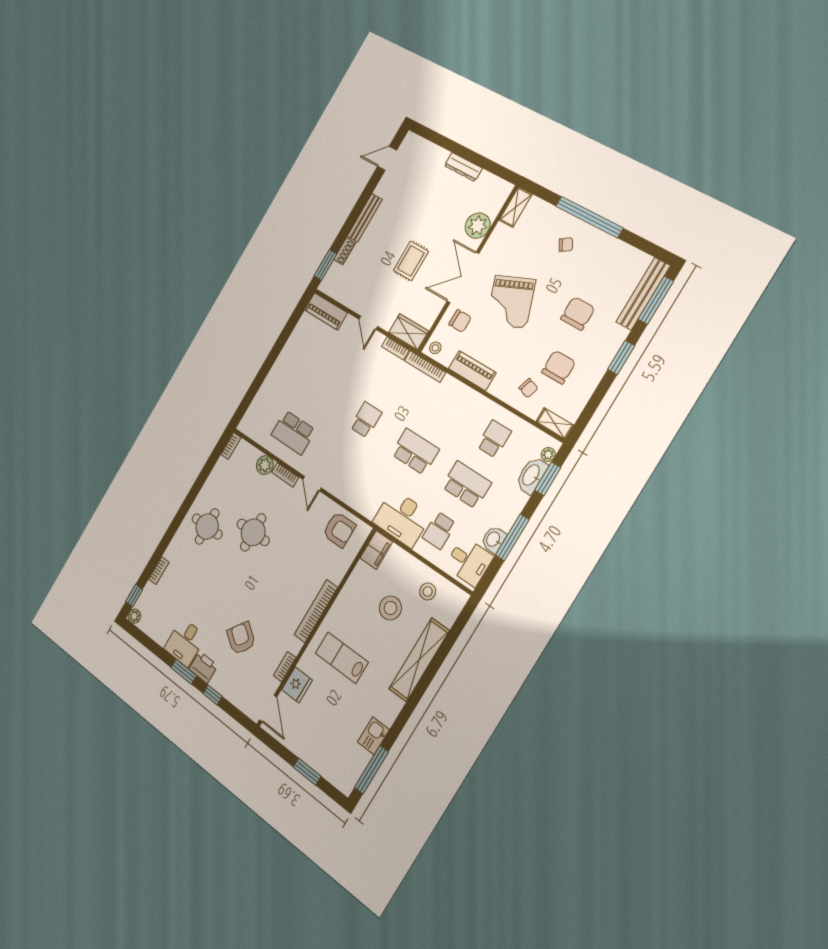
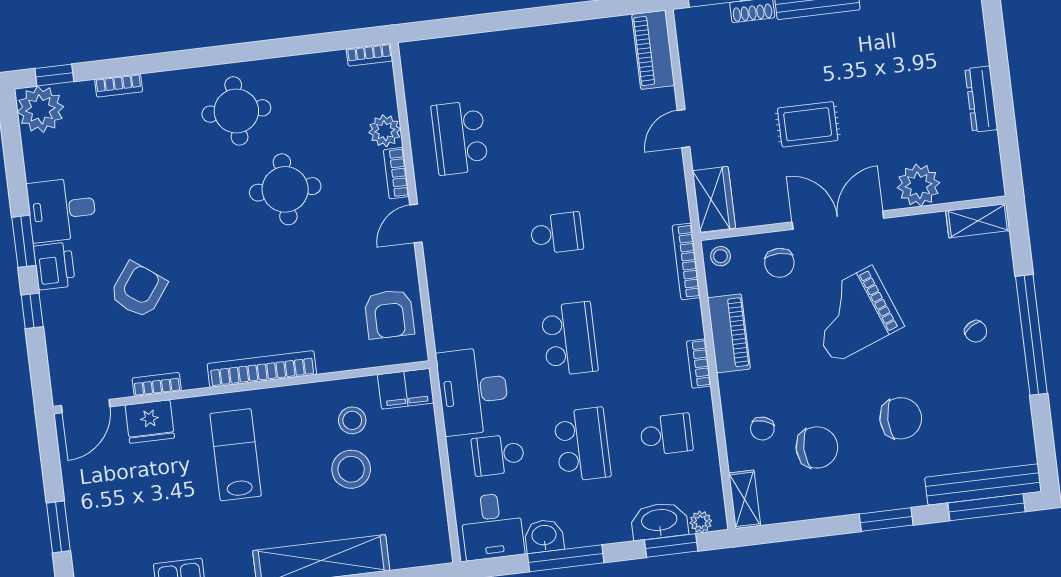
bookcase: (395, 348) -> (699, 364), moved
stool: (428, 592) -> (352, 420), moved
plant: (134, 616) -> (40, 109), width x1.88, depth x1.88

